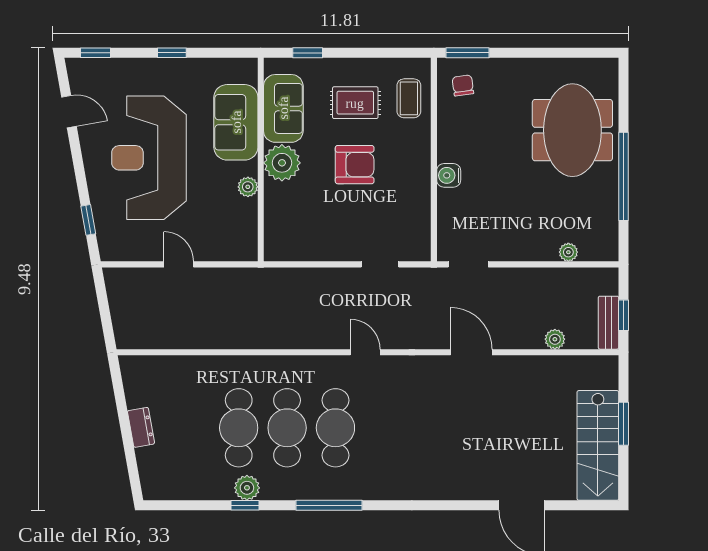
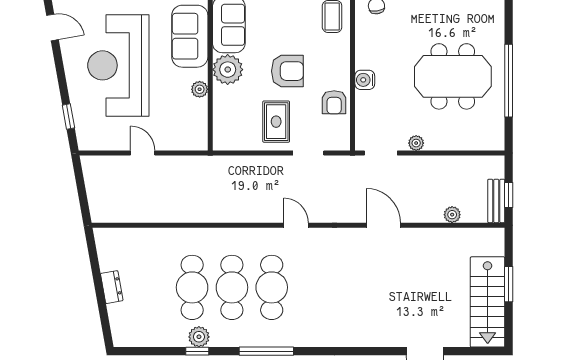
rug: (355, 103) -> (276, 122), moved, turned 90
meeting table: (572, 130) -> (453, 76), moved, turned 90
armchair: (411, 203) -> (334, 102), added
plant: (568, 252) -> (416, 143), moved

